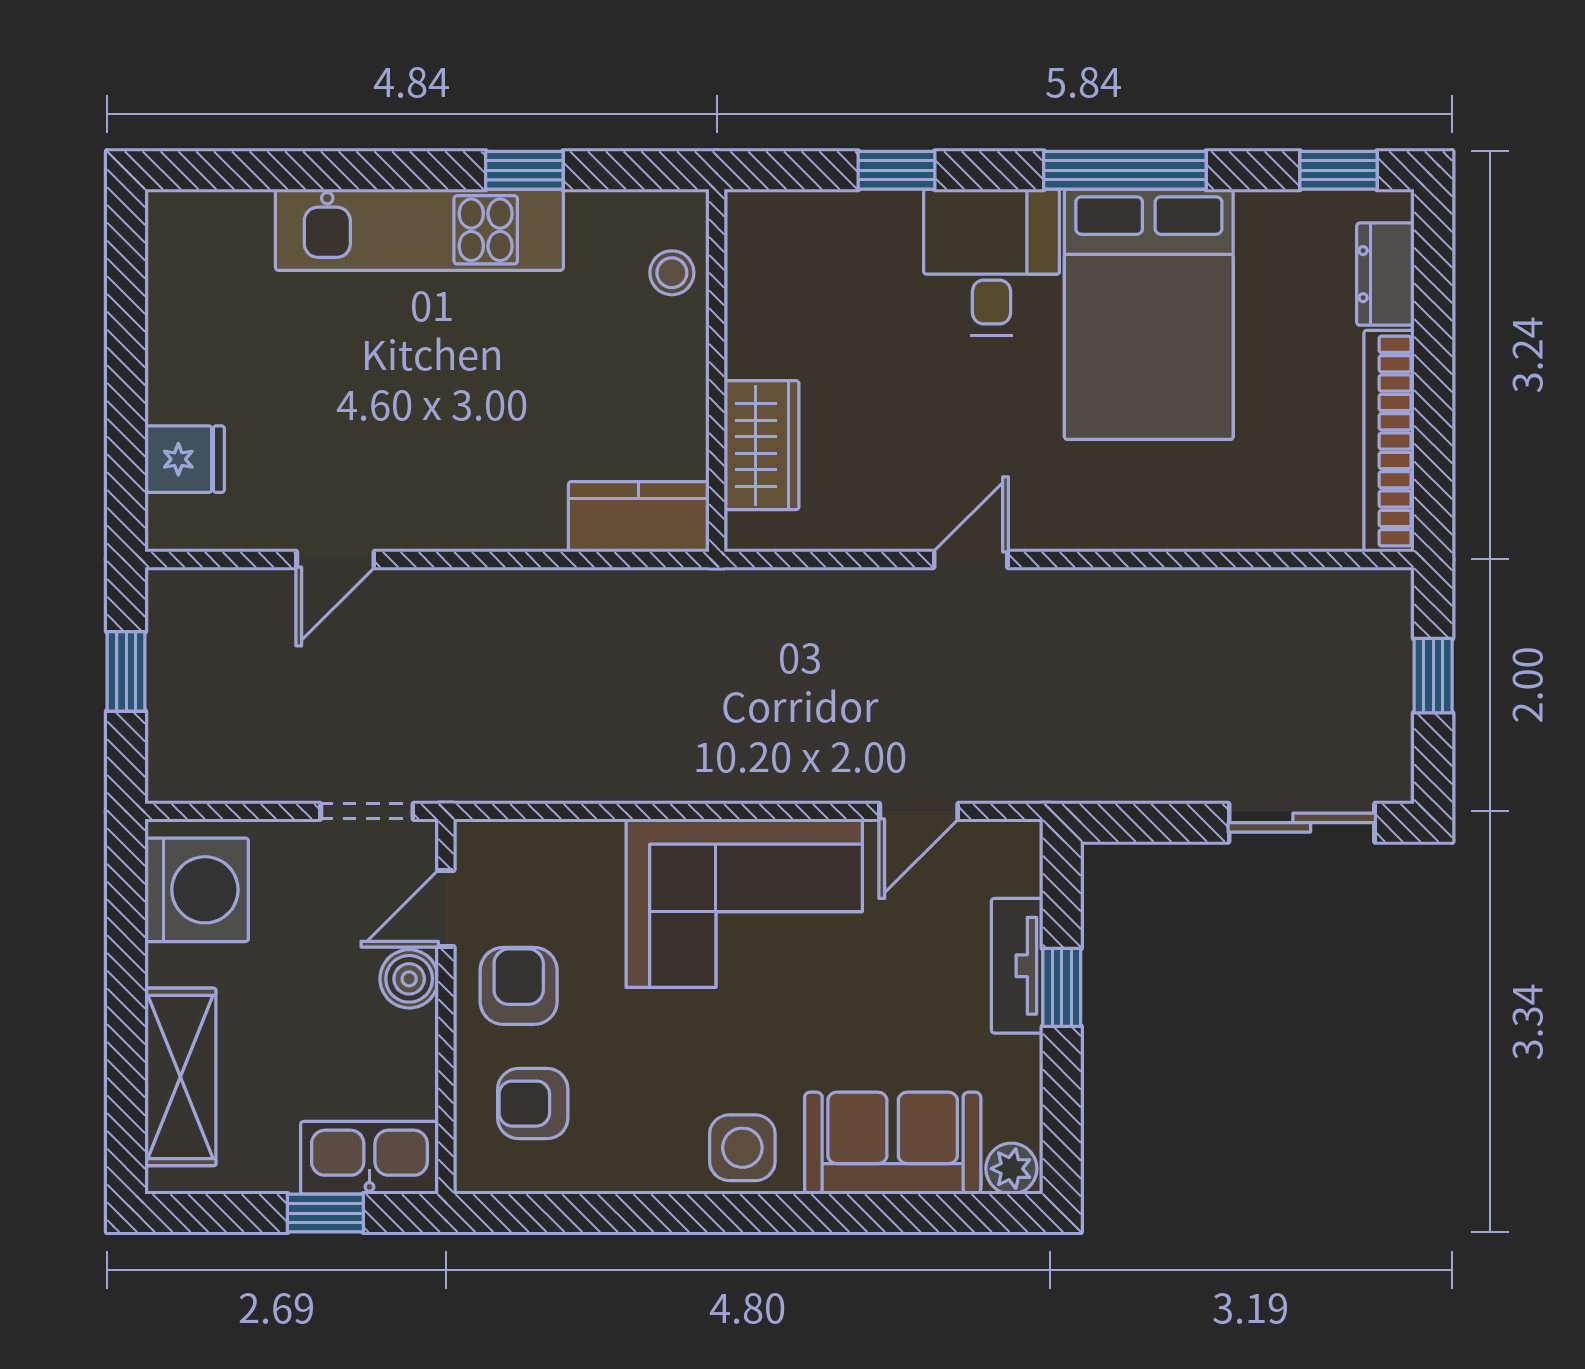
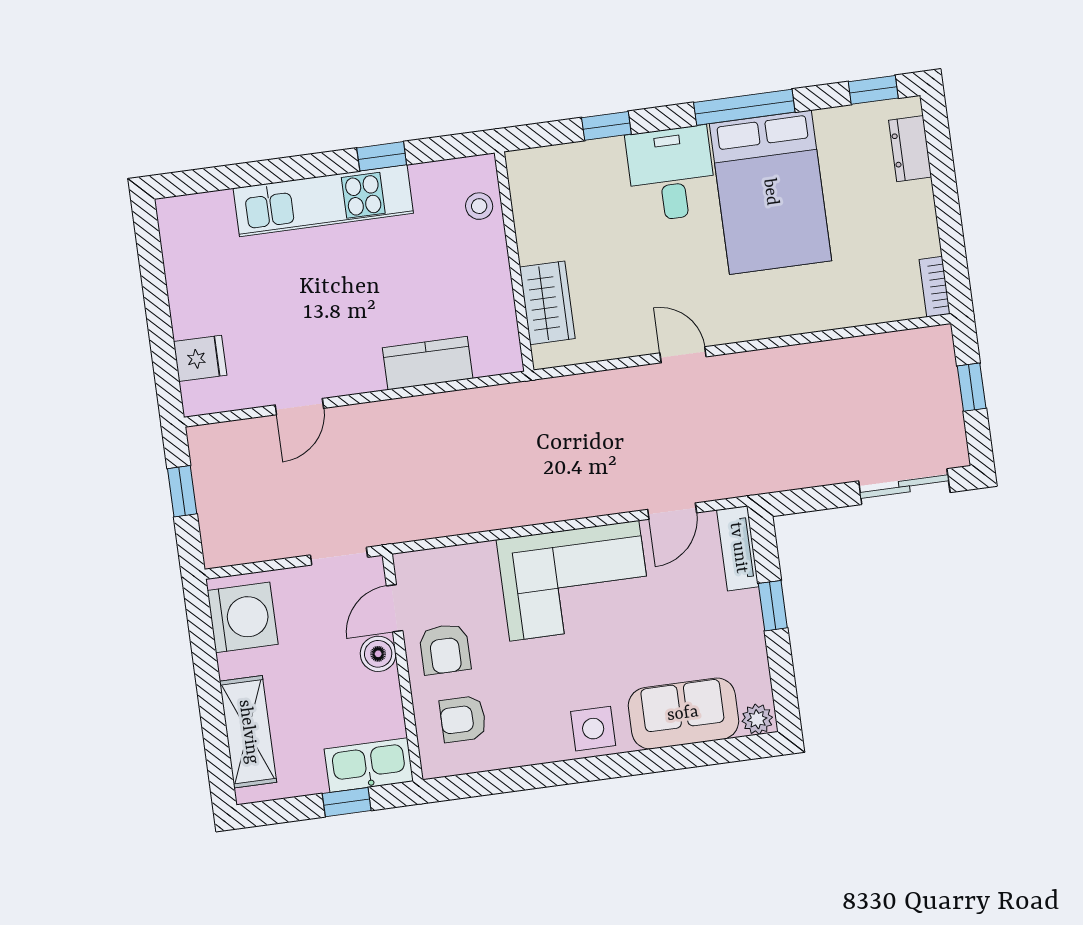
bookcase: (1389, 441) -> (935, 287), width x0.43, depth x0.76
kitchen counter: (639, 517) -> (428, 363), moved
door: (971, 559) -> (683, 355), hinge flipped
tv unit: (1017, 966) -> (738, 548), moved
armchair: (519, 986) -> (445, 649), turned 180

